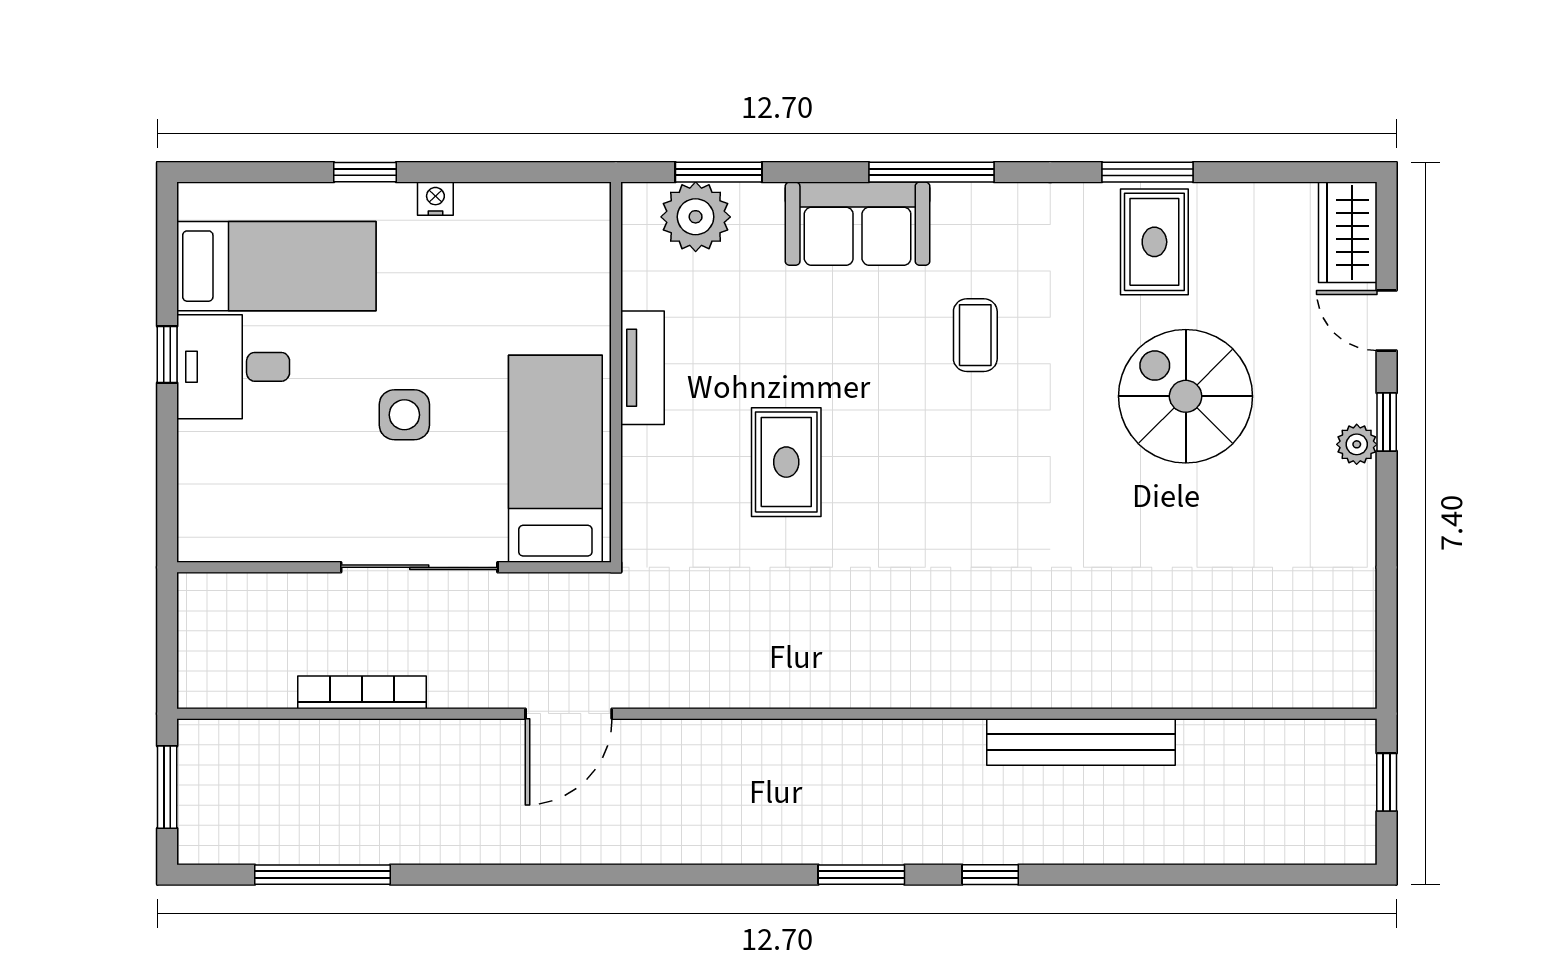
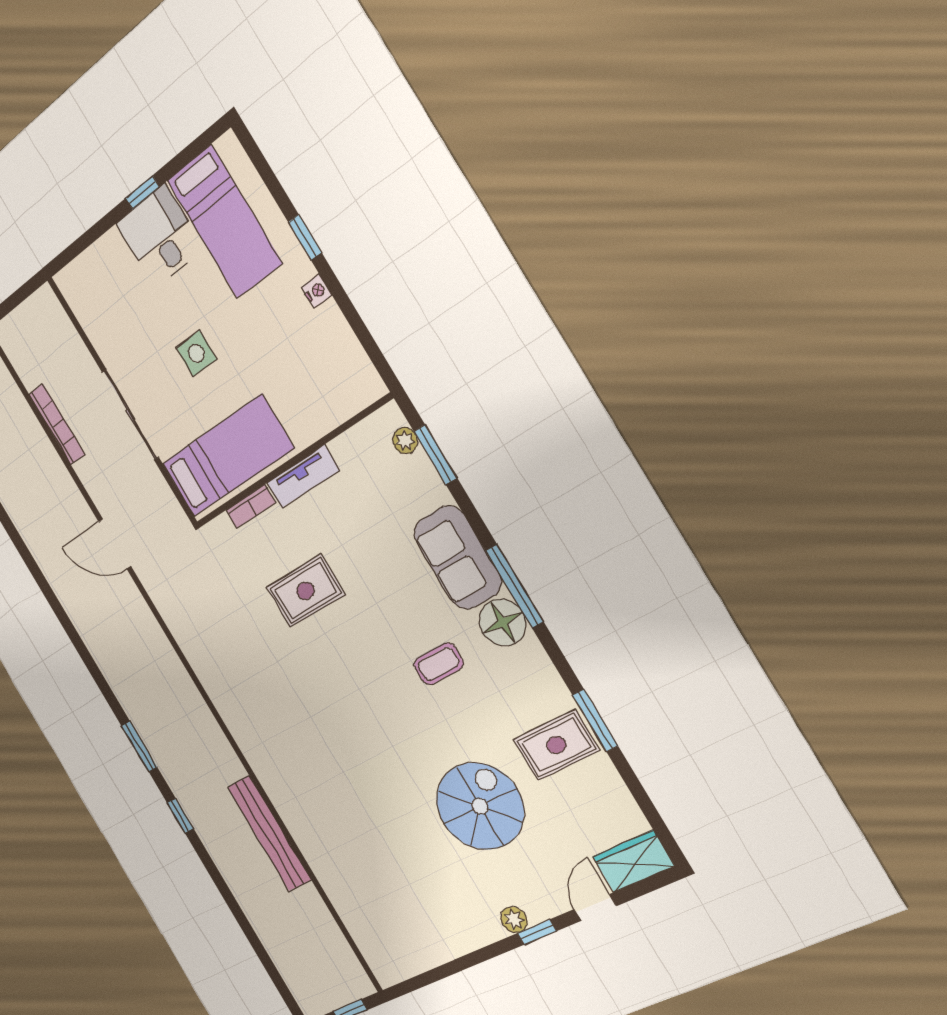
floor lamp: (968, 216) -> (503, 623), added
plant: (696, 217) -> (405, 441), width x0.53, depth x0.53
bookcase: (637, 468) -> (251, 506), added

